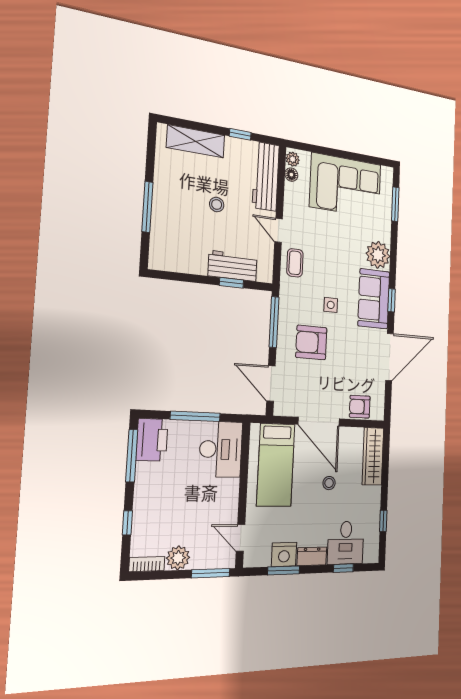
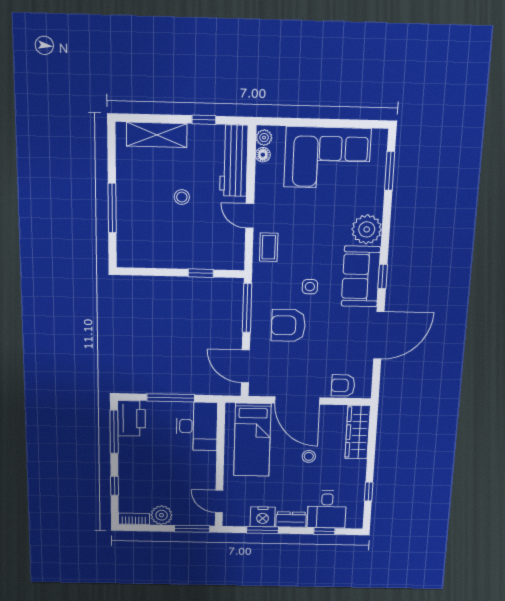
workbench: (233, 266) -> (201, 257), removed

